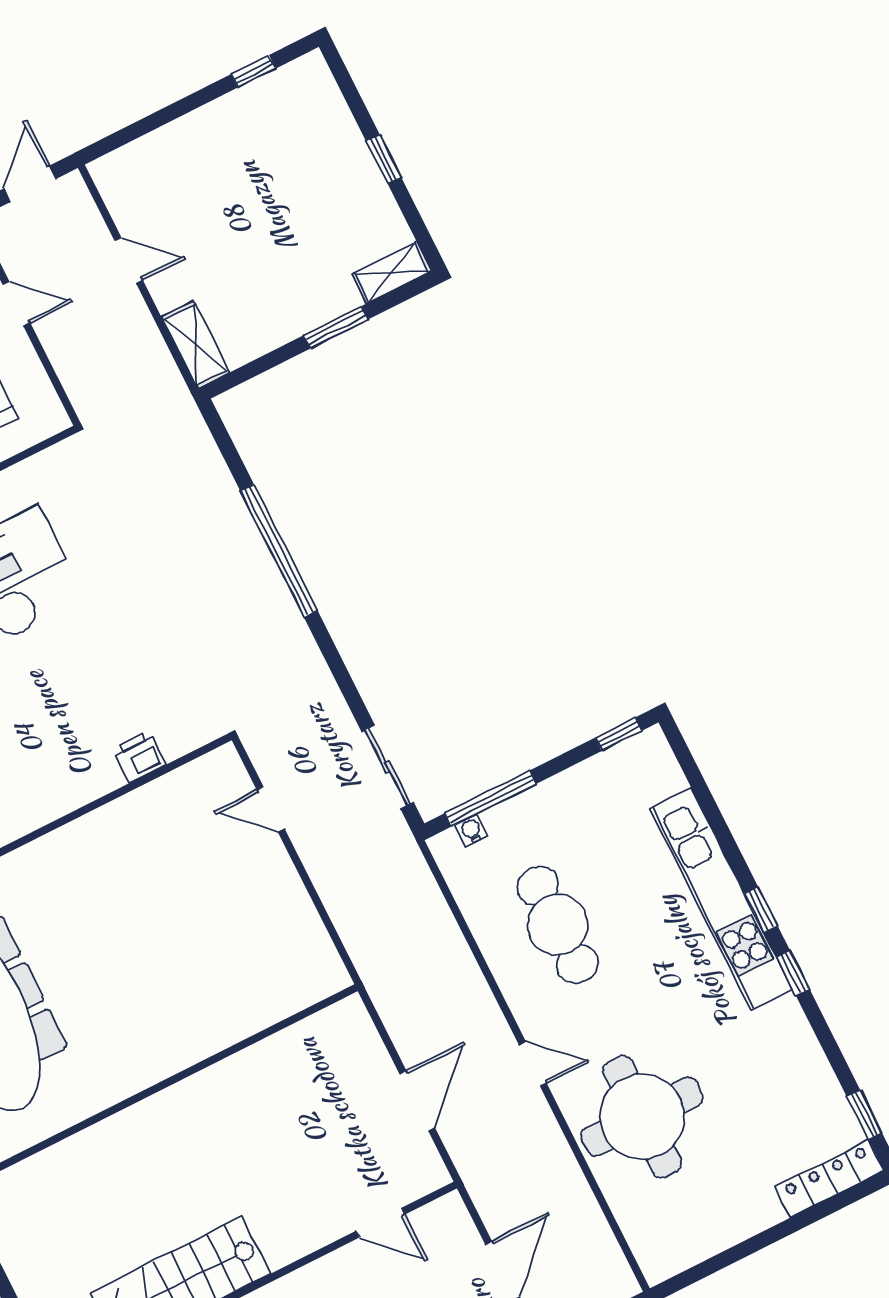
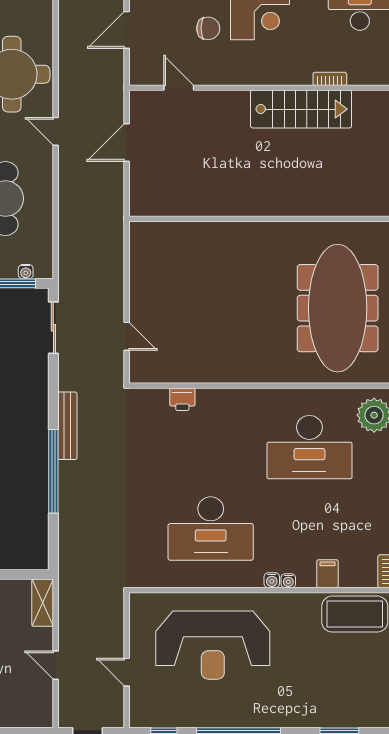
bench: (292, 630) -> (67, 426), added

